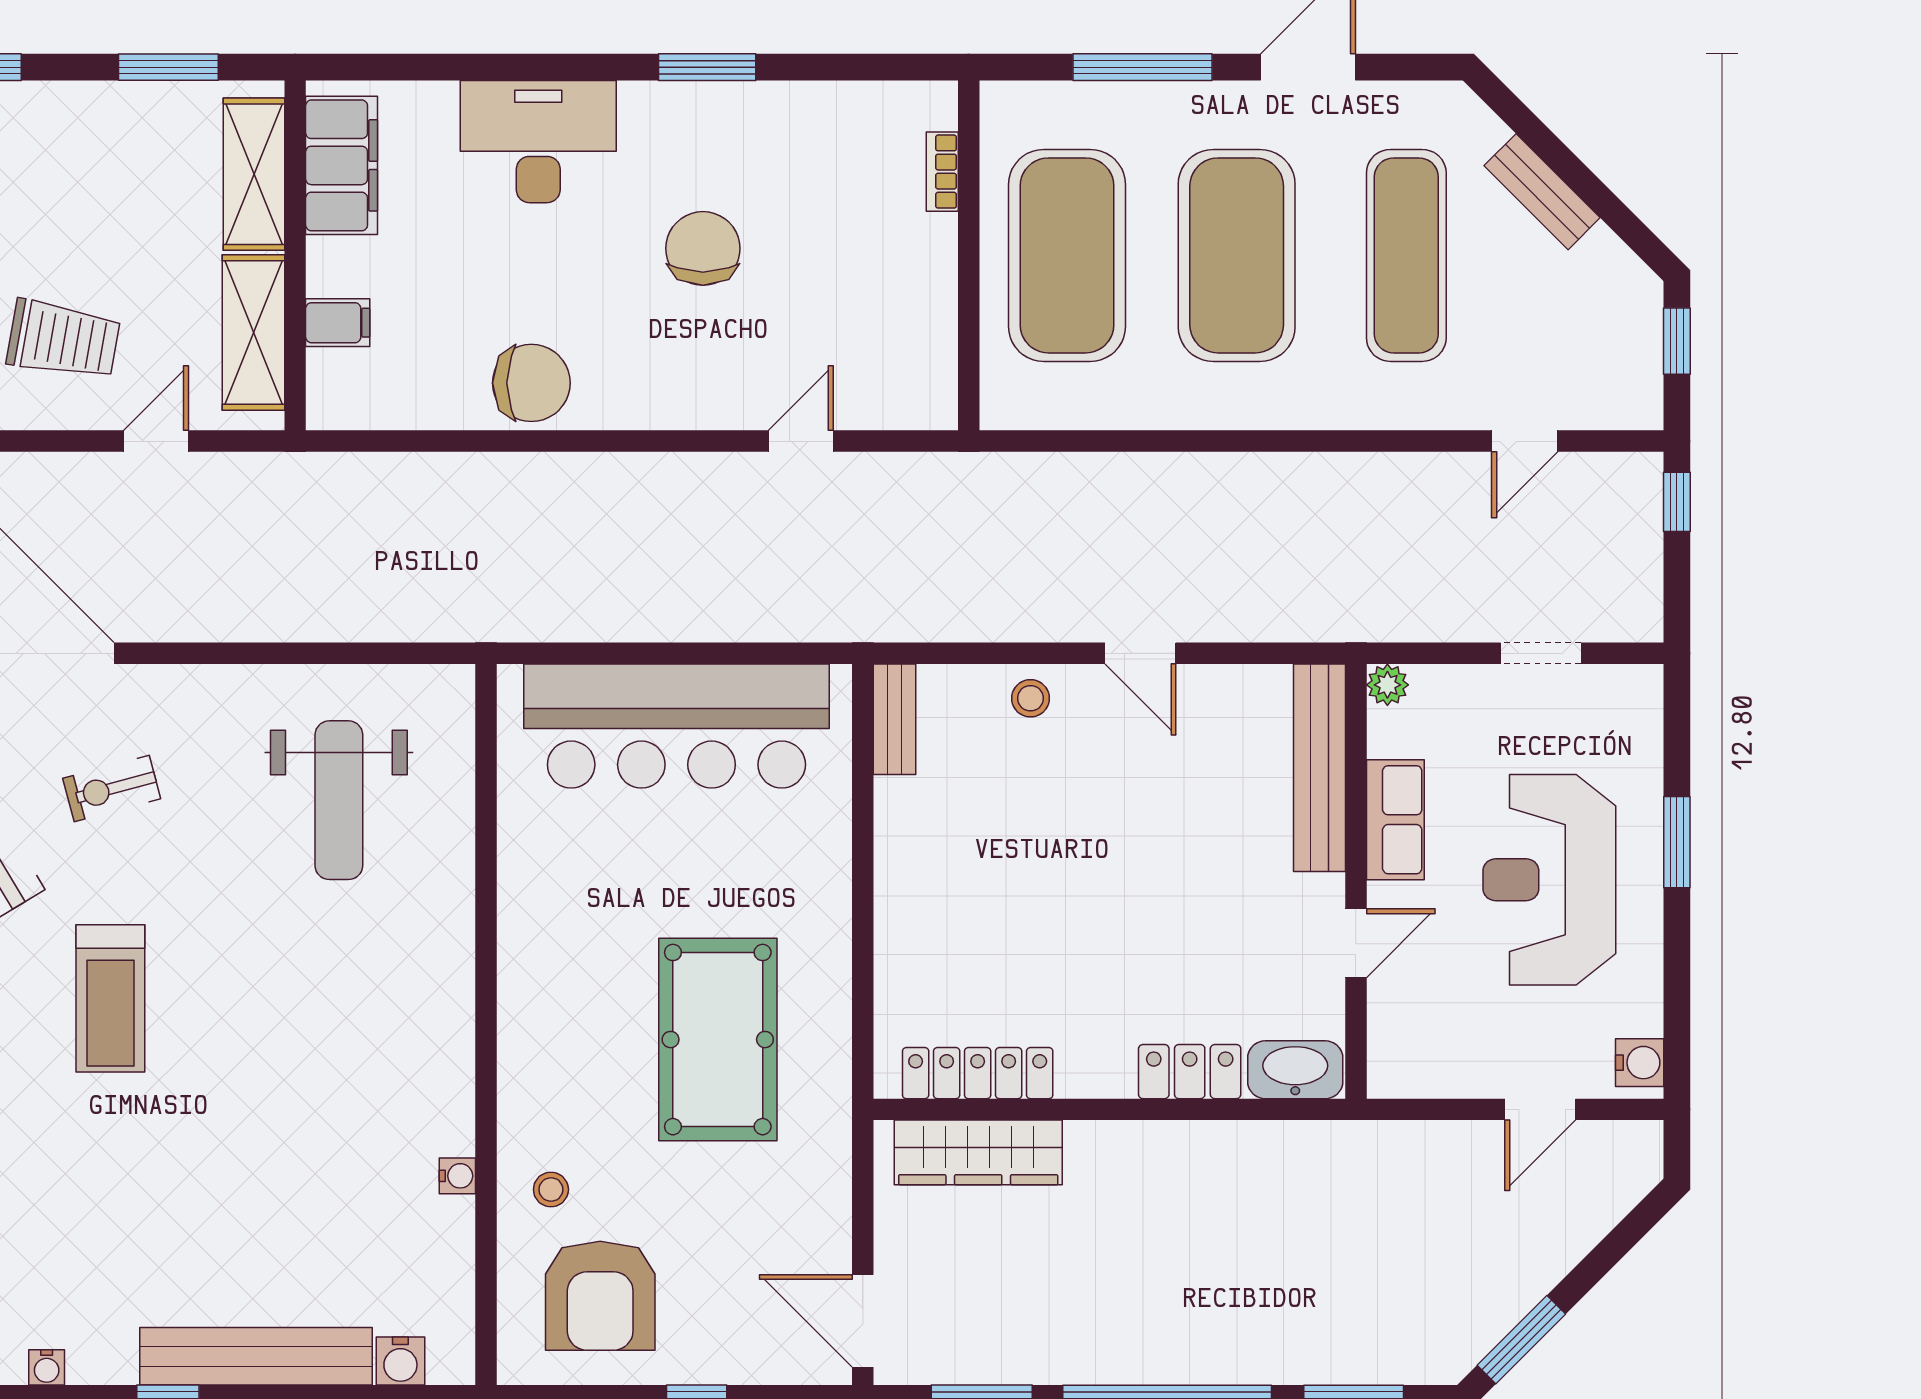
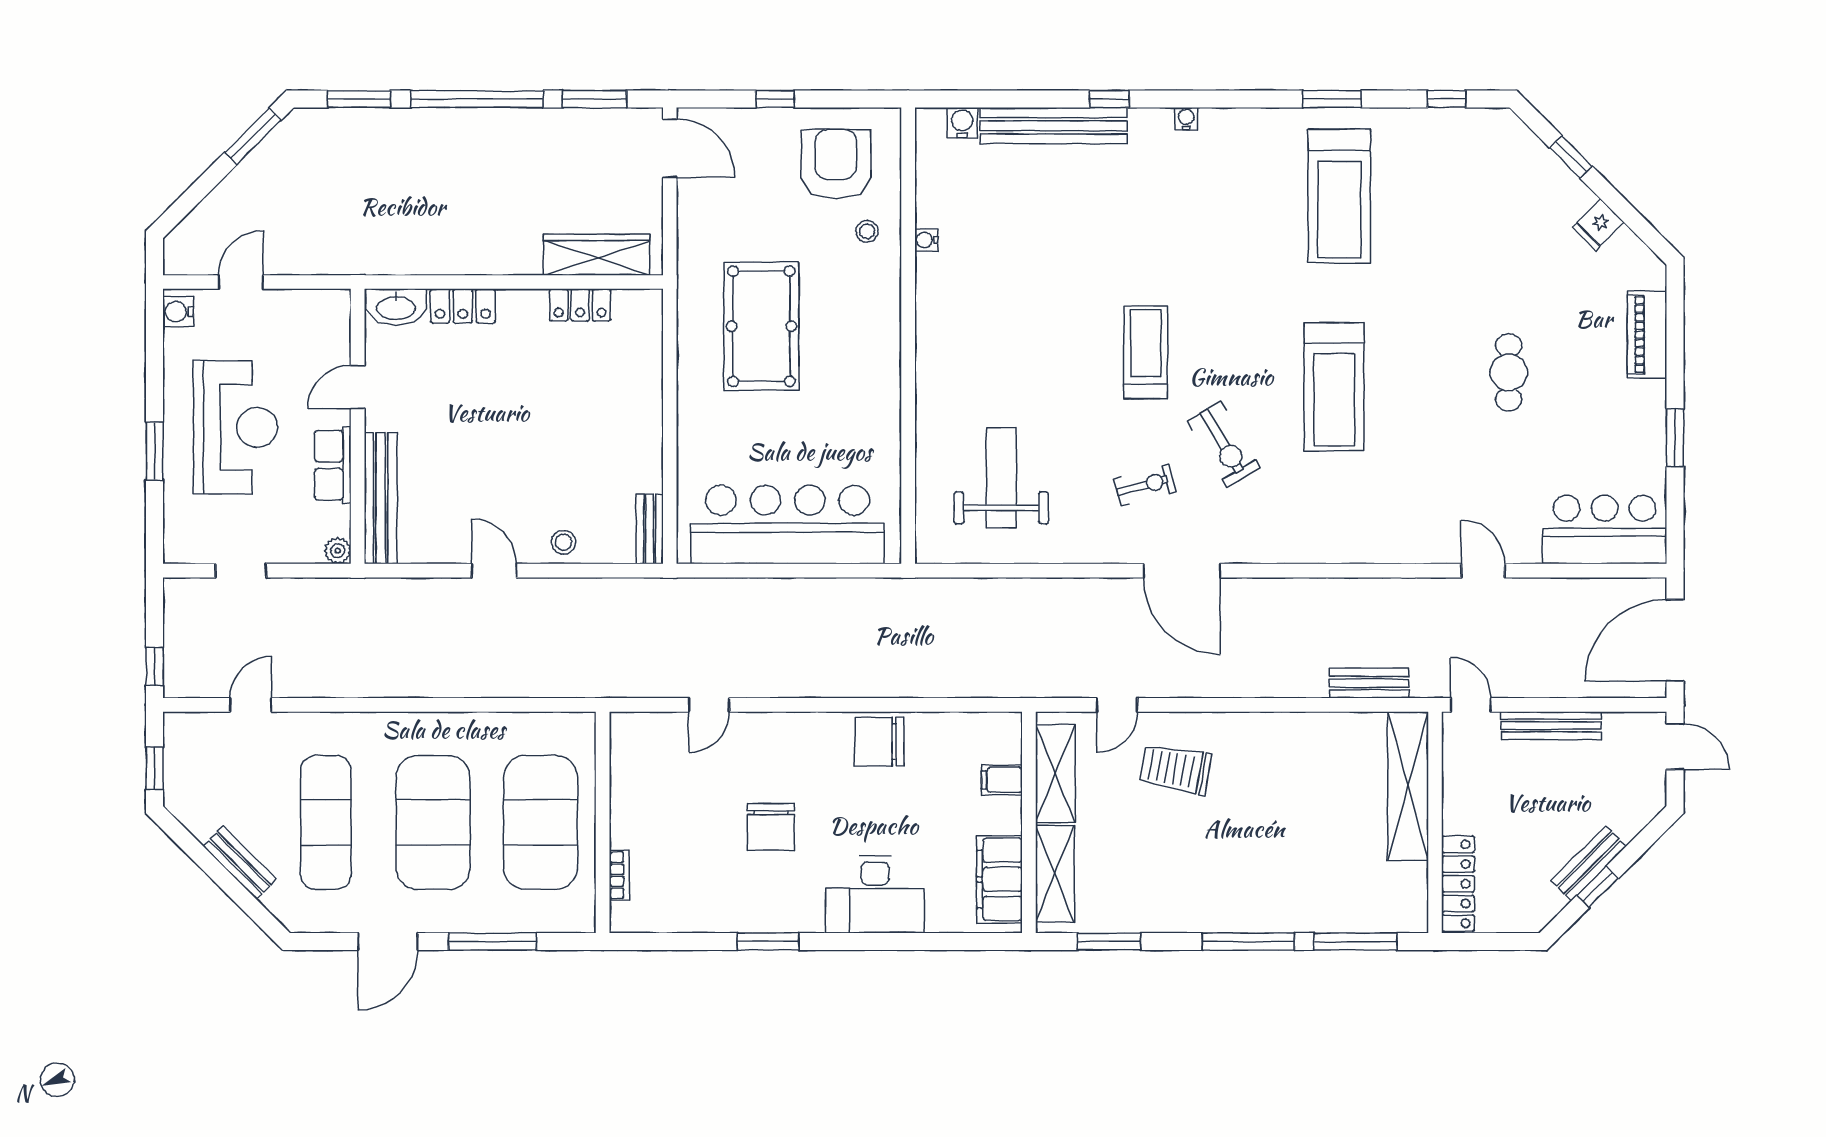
locker: (978, 1073) -> (580, 305), width x0.66

